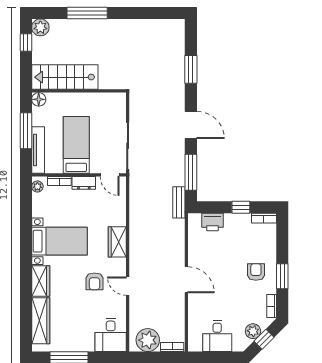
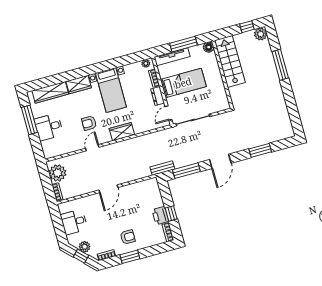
printer: (212, 222) -> (160, 216), moved
desk: (111, 335) -> (49, 127), moved

